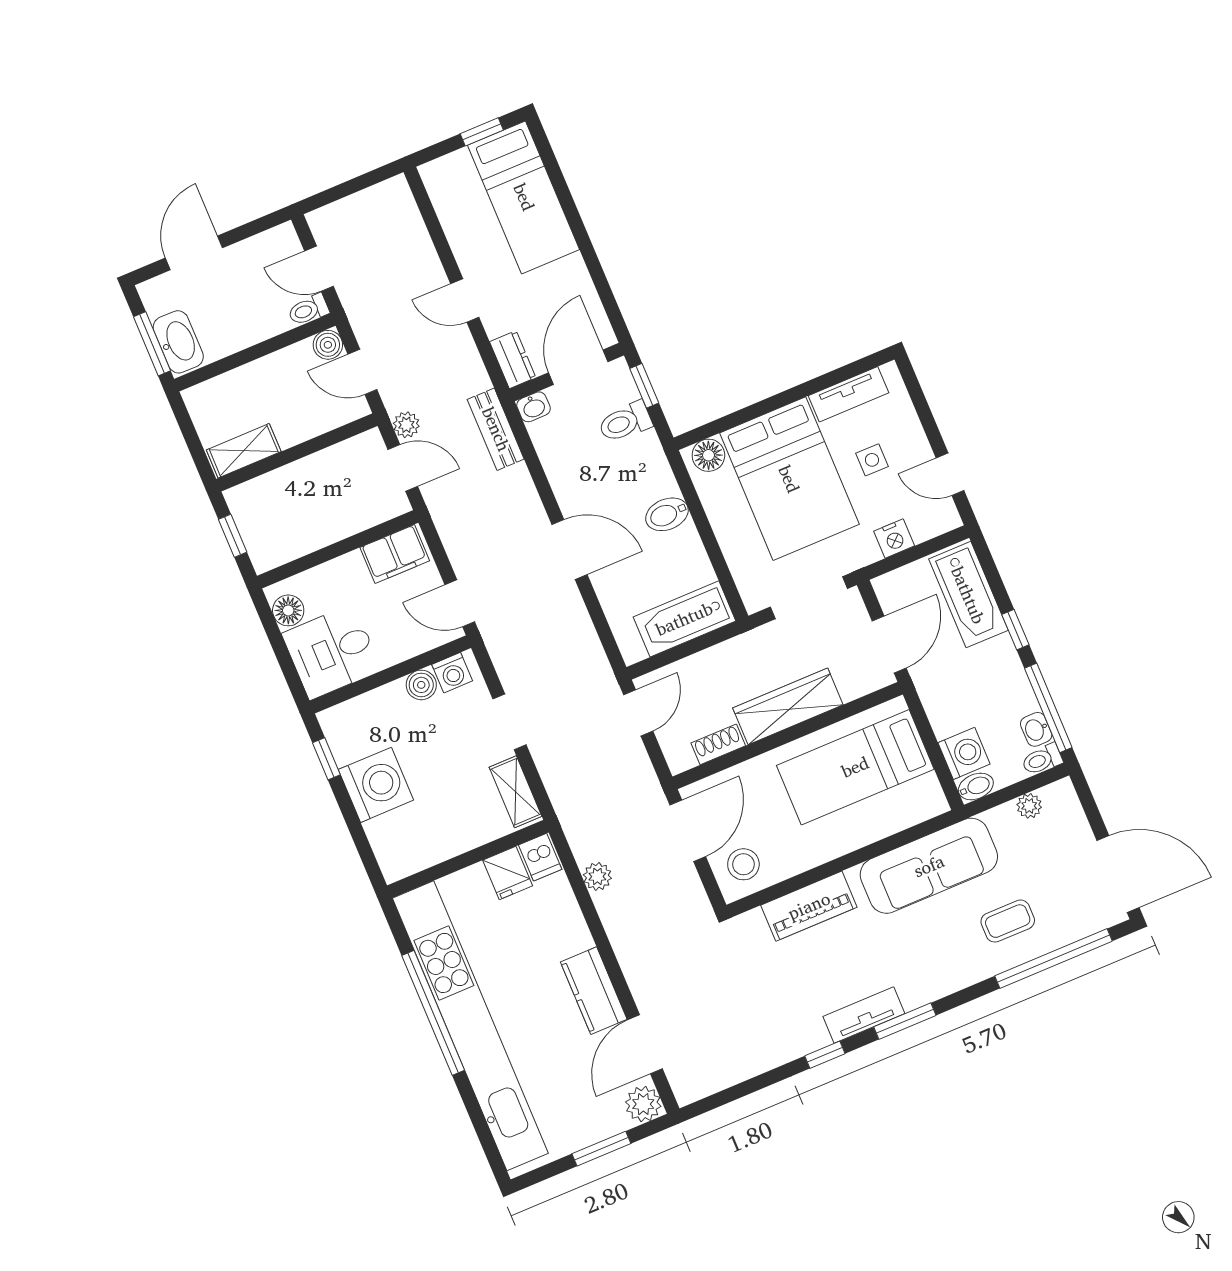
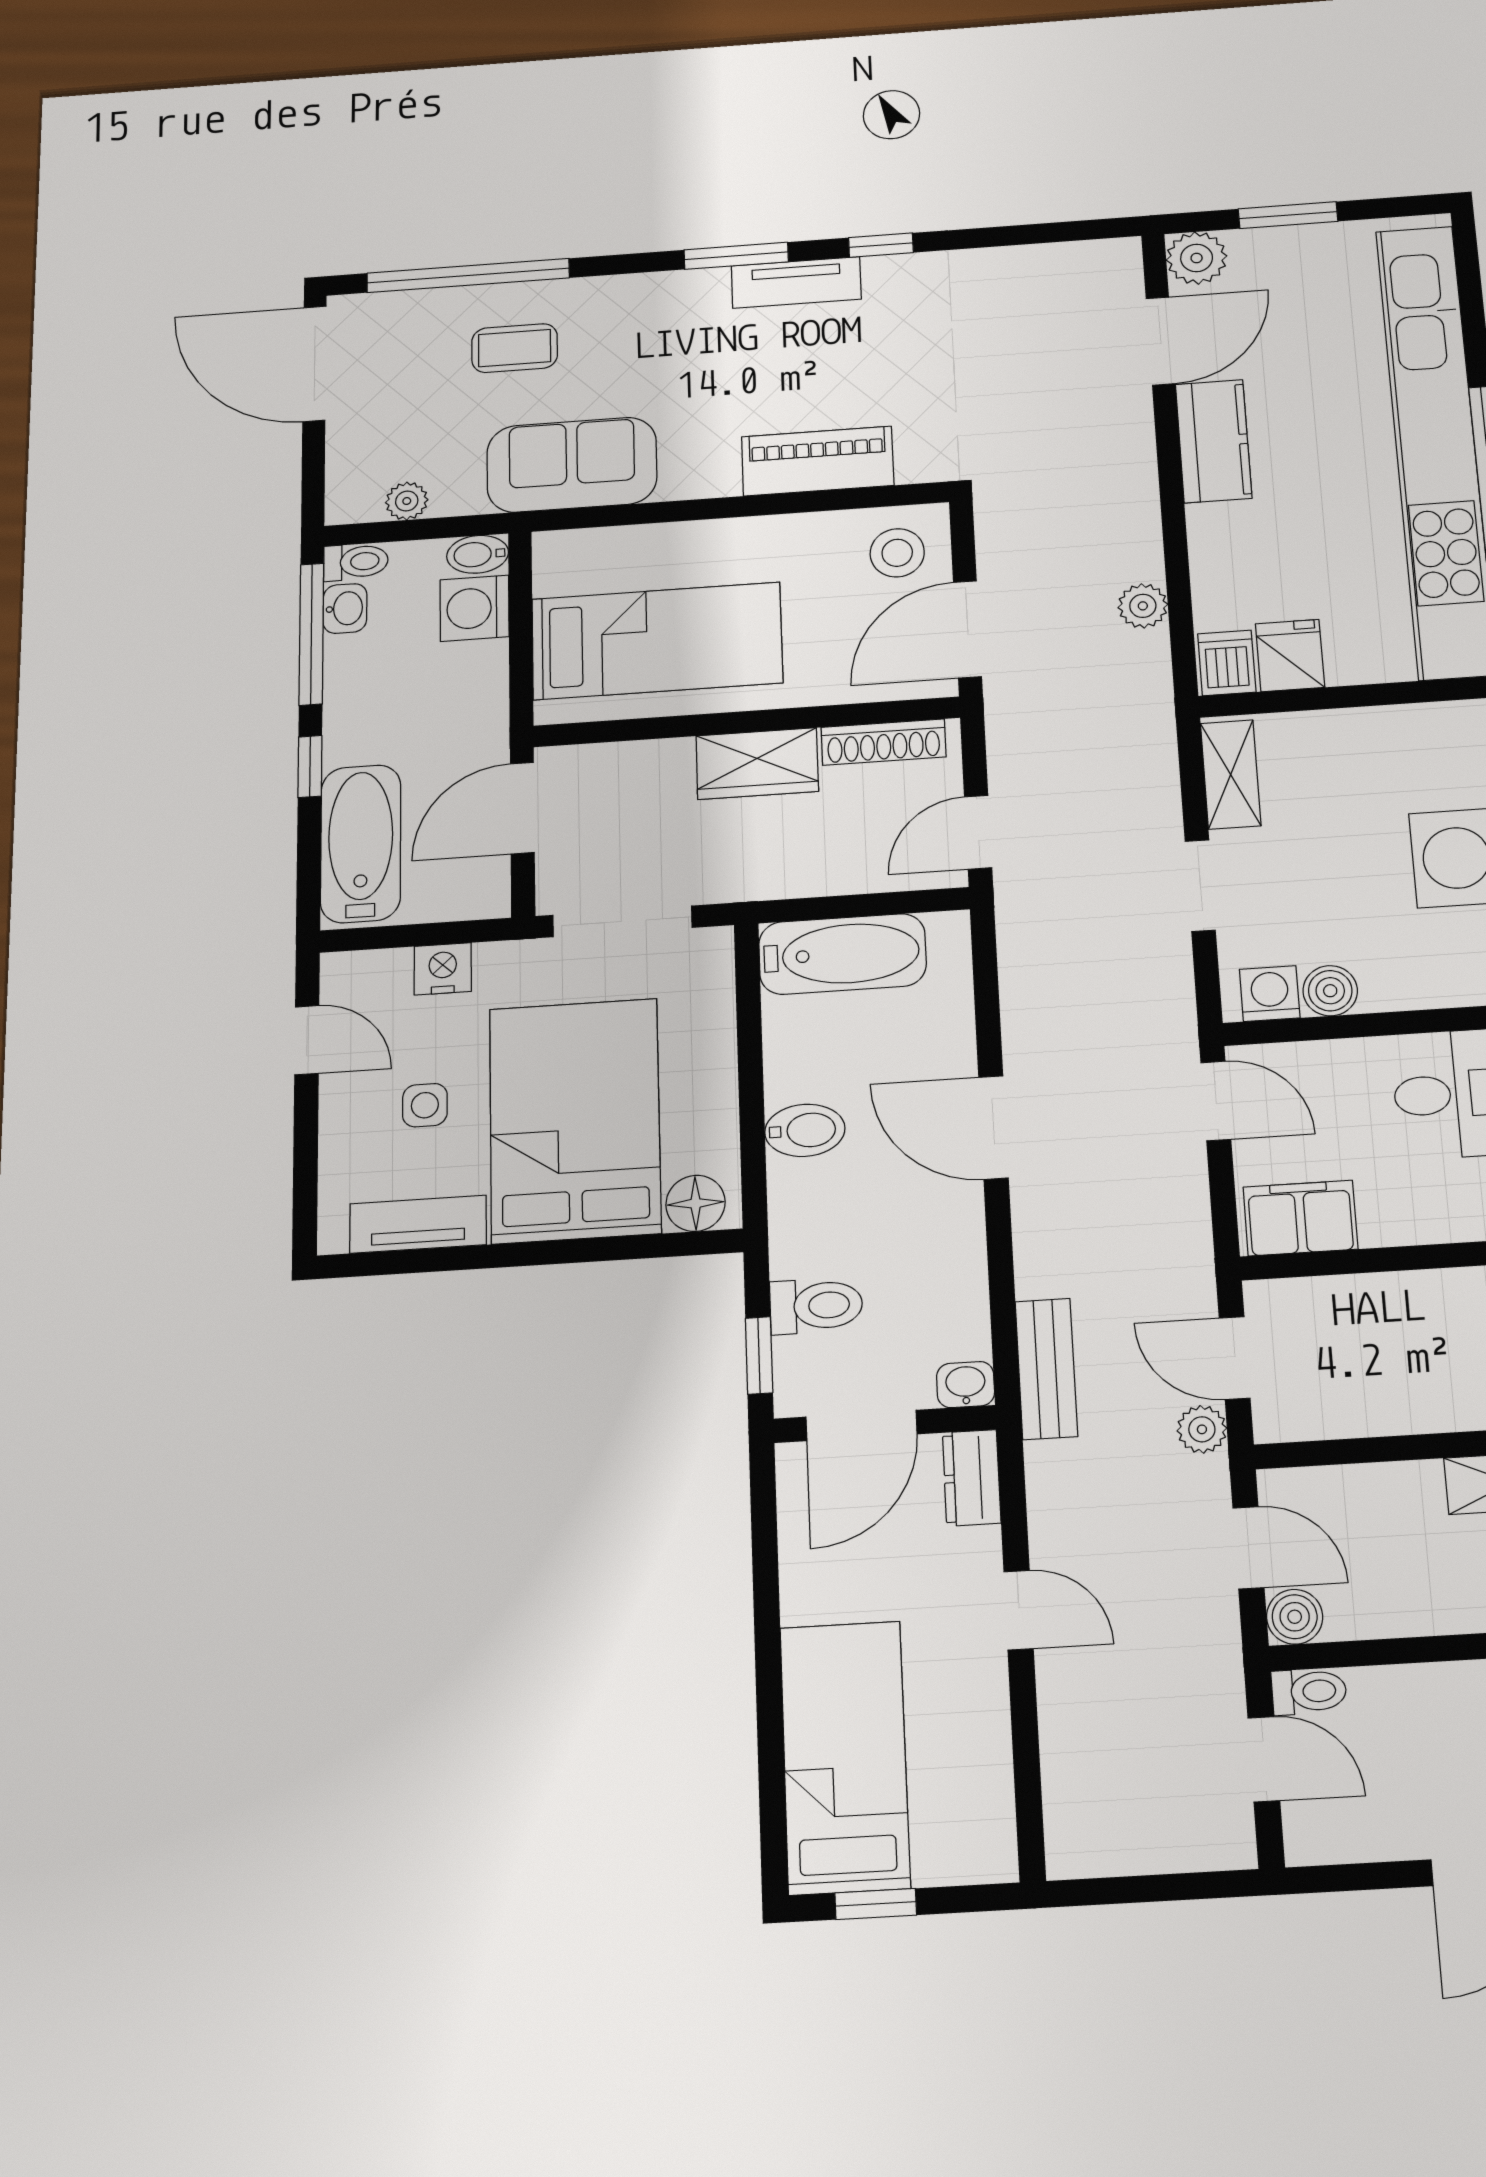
wardrobe: (788, 706) -> (757, 764), width x0.67
shoe rack: (718, 744) -> (883, 742), width x1.43
sofa: (929, 866) -> (572, 465), width x0.73

